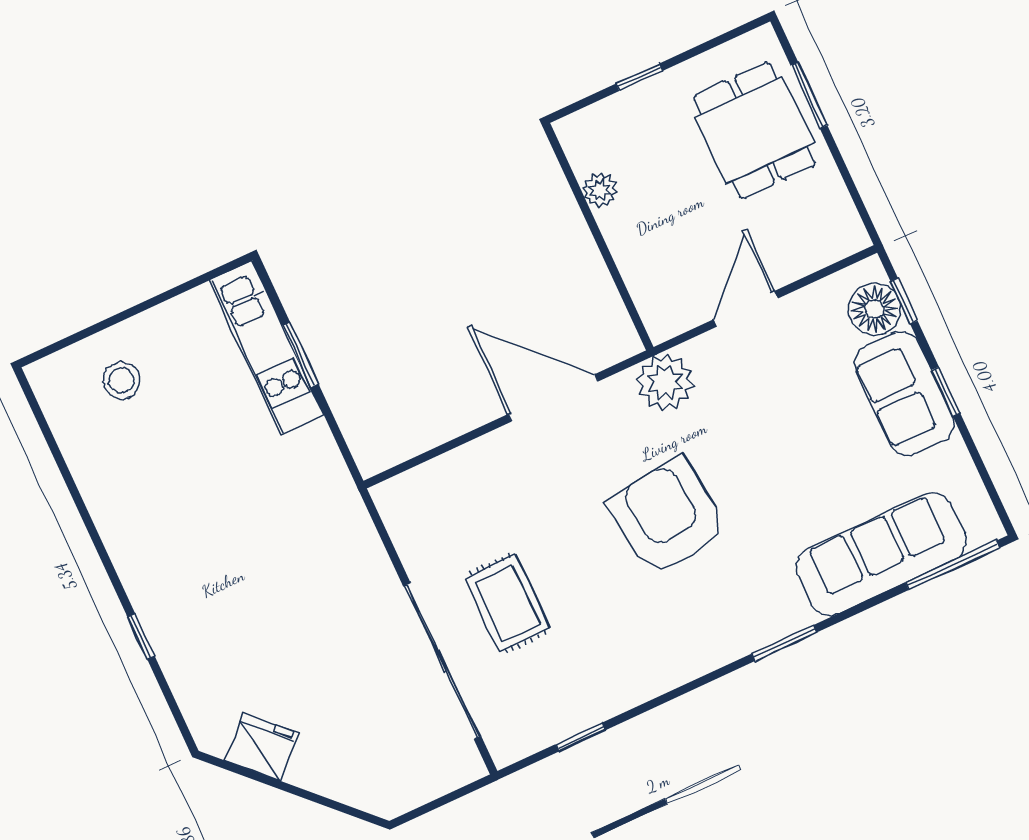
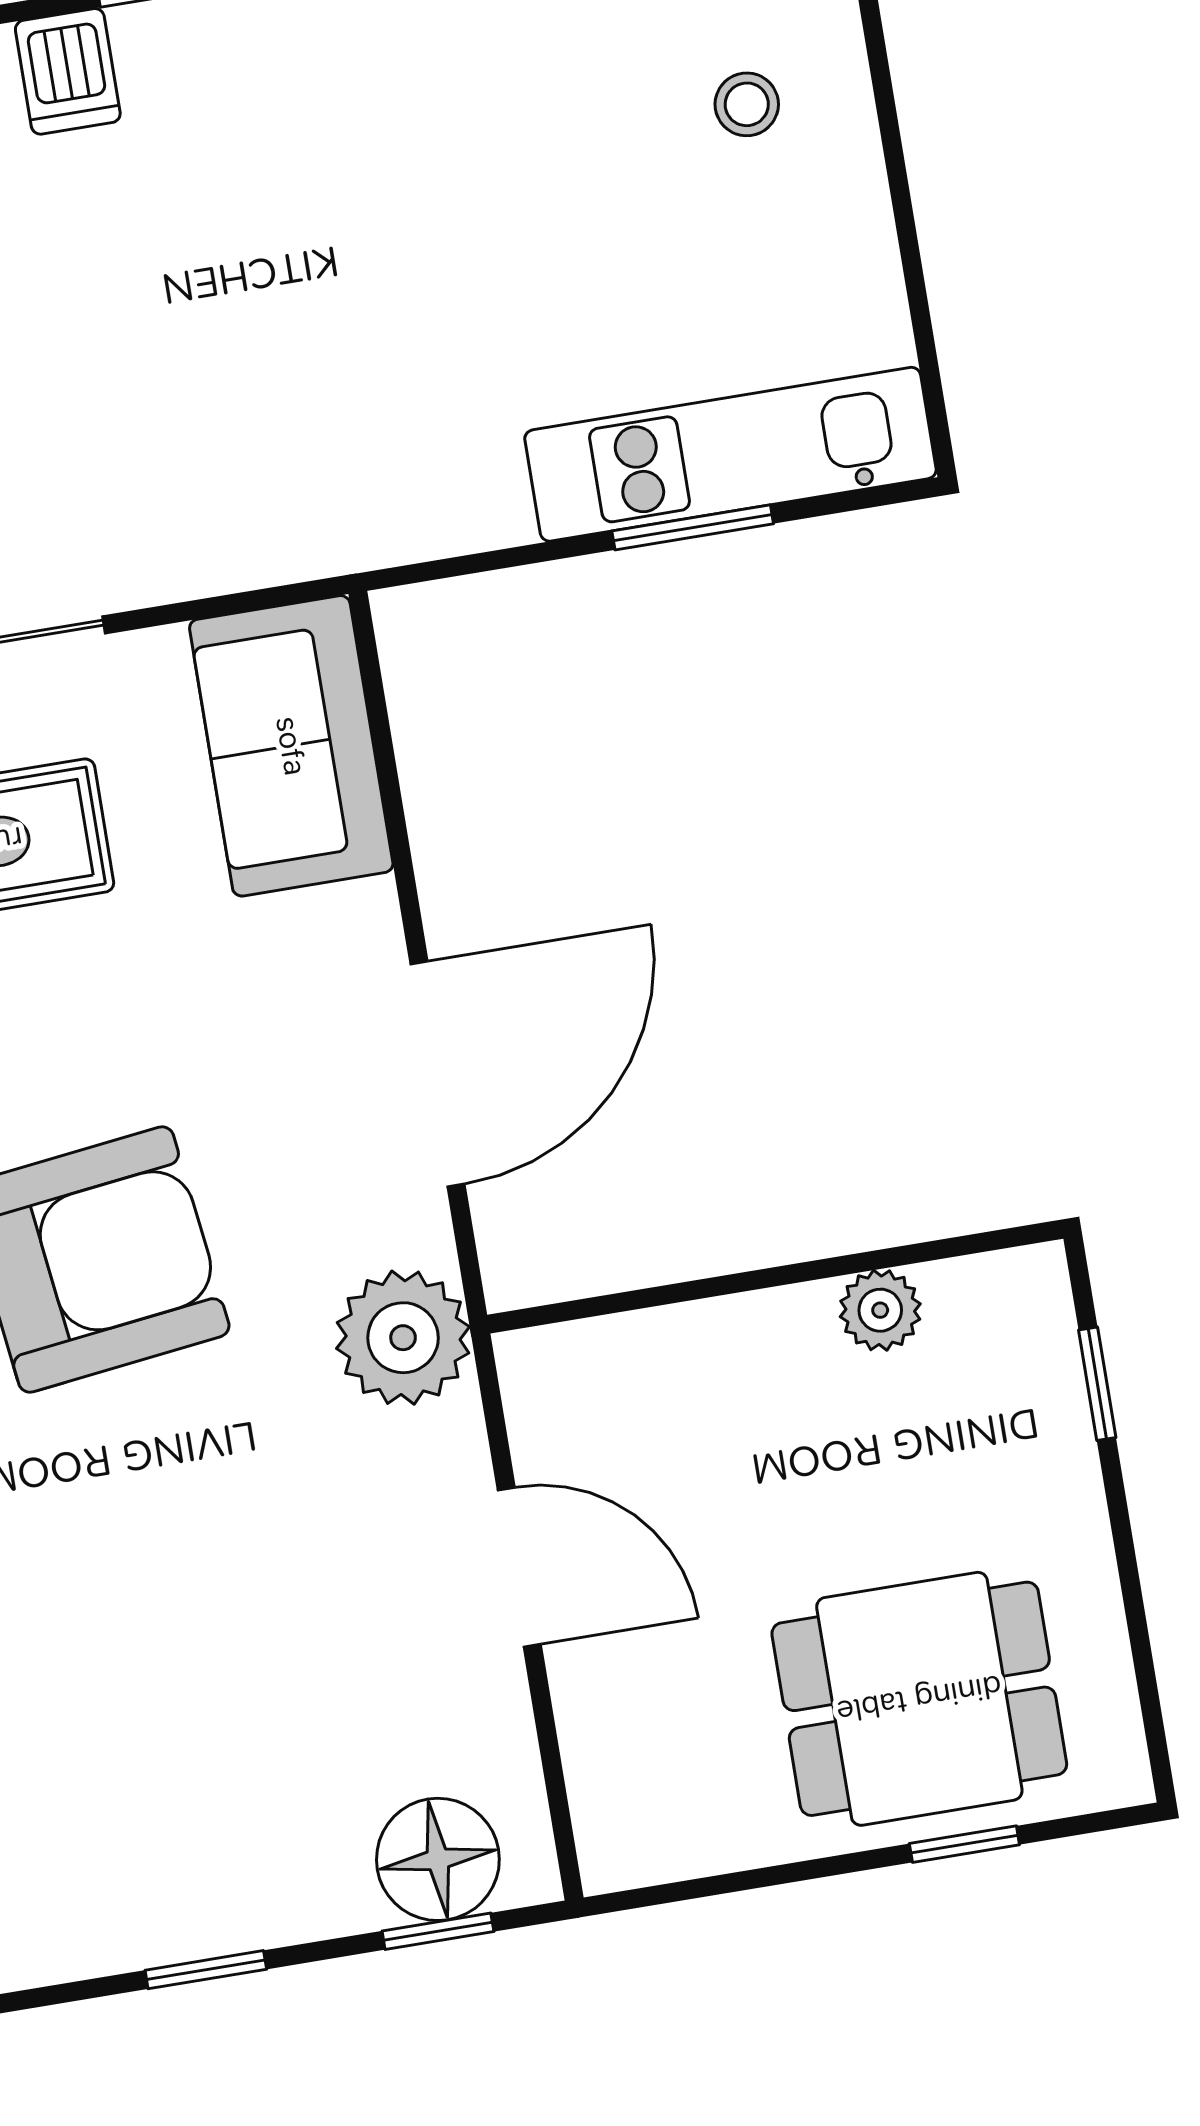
window: (639, 77) -> (1097, 1384), moved
window: (809, 95) -> (964, 1844), width x0.67
stool: (121, 381) -> (747, 104), width x0.73, depth x0.73
sofa: (904, 393) -> (291, 746), moved, turned -90
dishwasher: (184, 662) -> (68, 71), added

